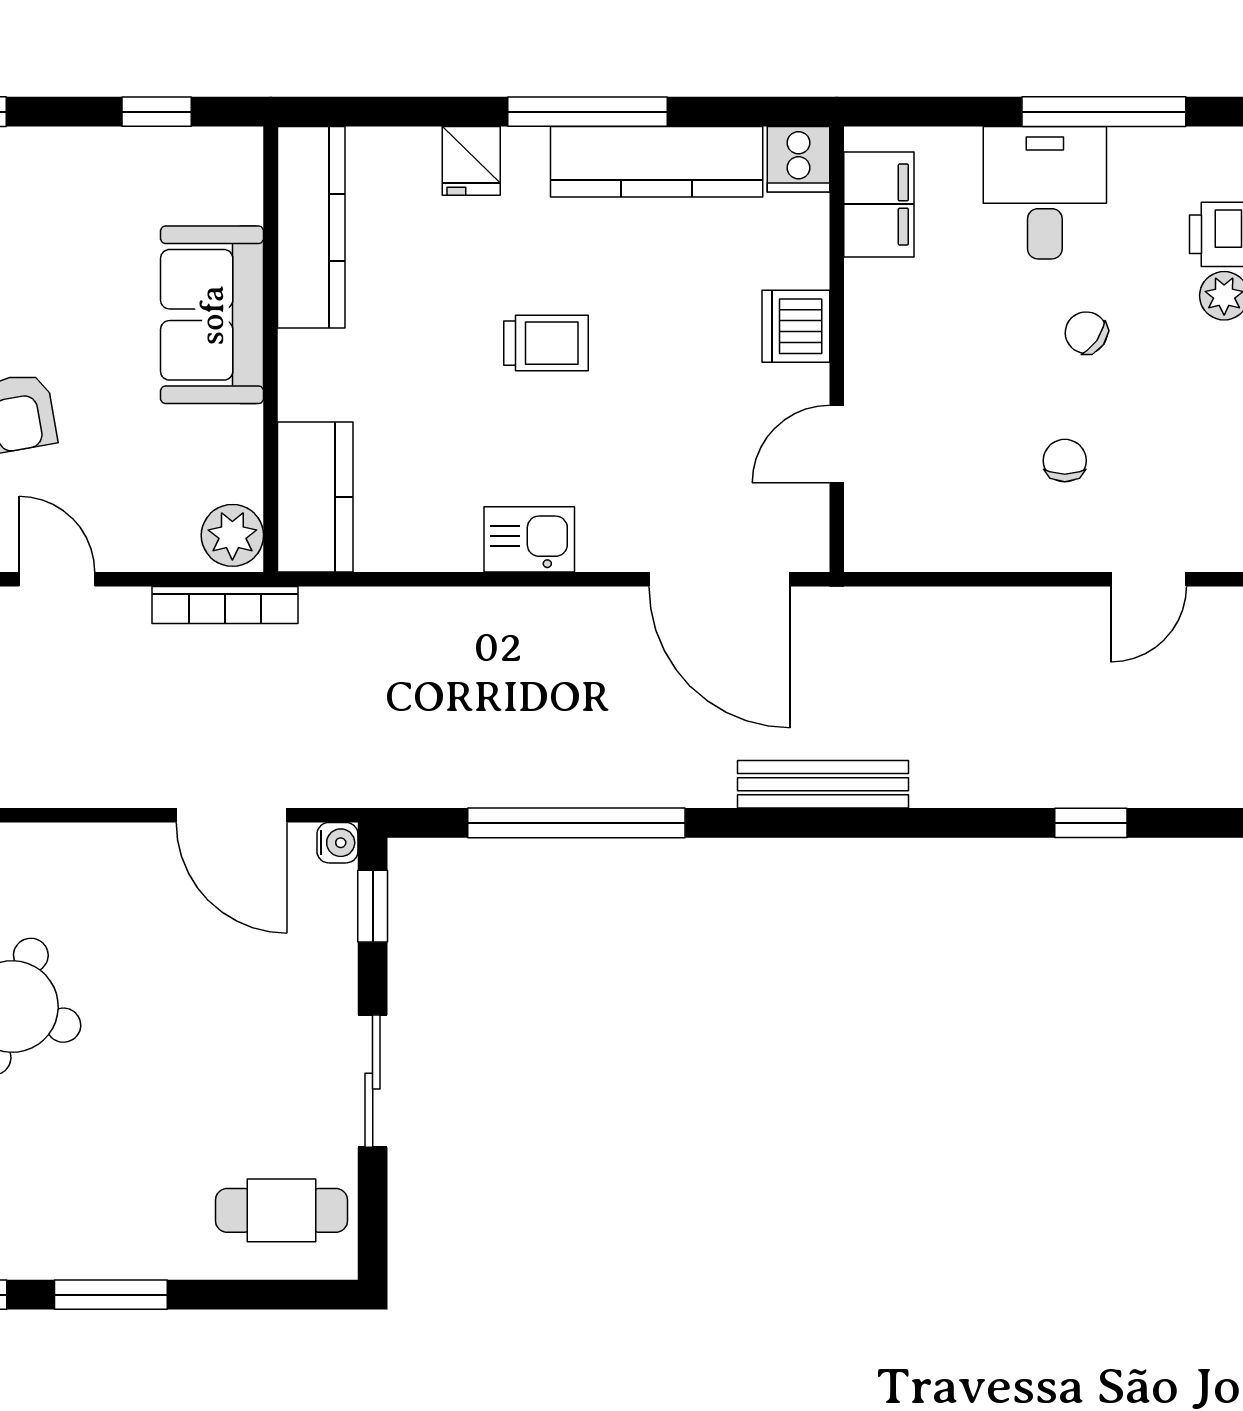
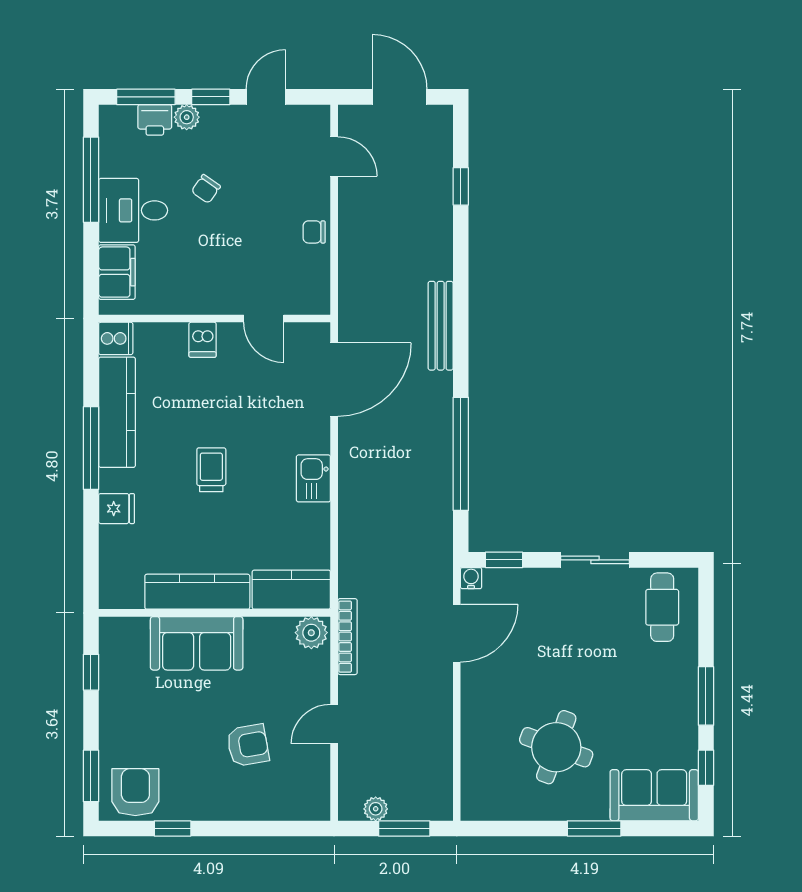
filing cabinet: (879, 204) -> (117, 272), moved, turned 90
kitchen counter: (311, 227) -> (197, 592), moved
dishwasher: (796, 326) -> (203, 340), width x0.73
chair: (1065, 461) -> (314, 232), moved

